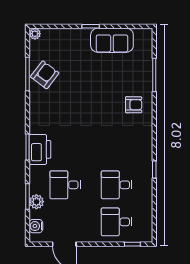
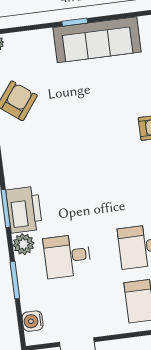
sofa: (112, 40) -> (97, 40), width x1.36
plant: (36, 202) -> (23, 244), moved

